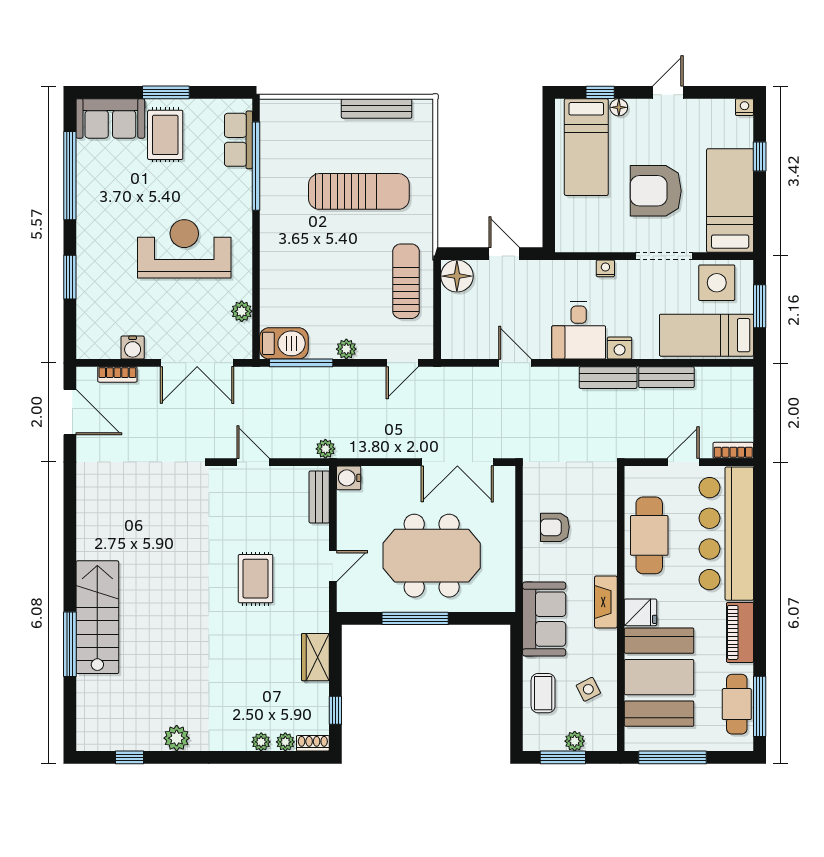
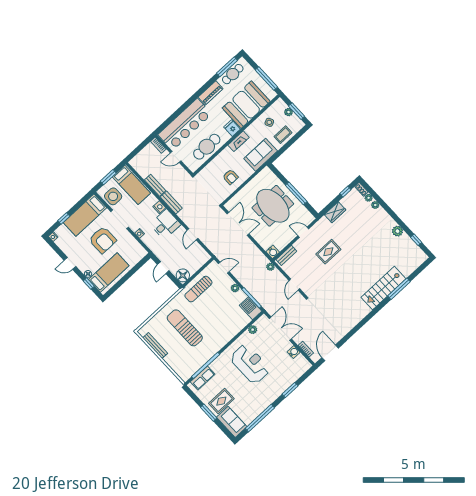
reception desk: (184, 249) -> (250, 364), turned 180

